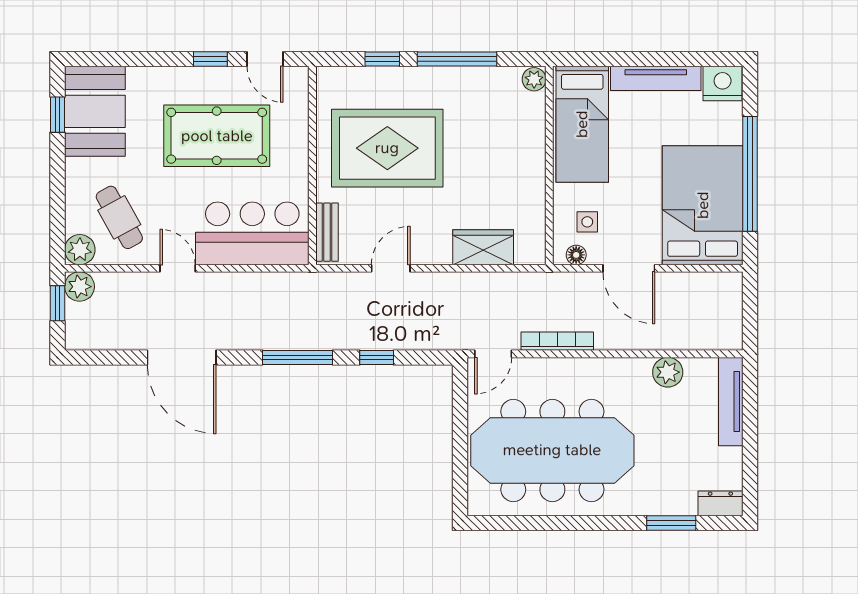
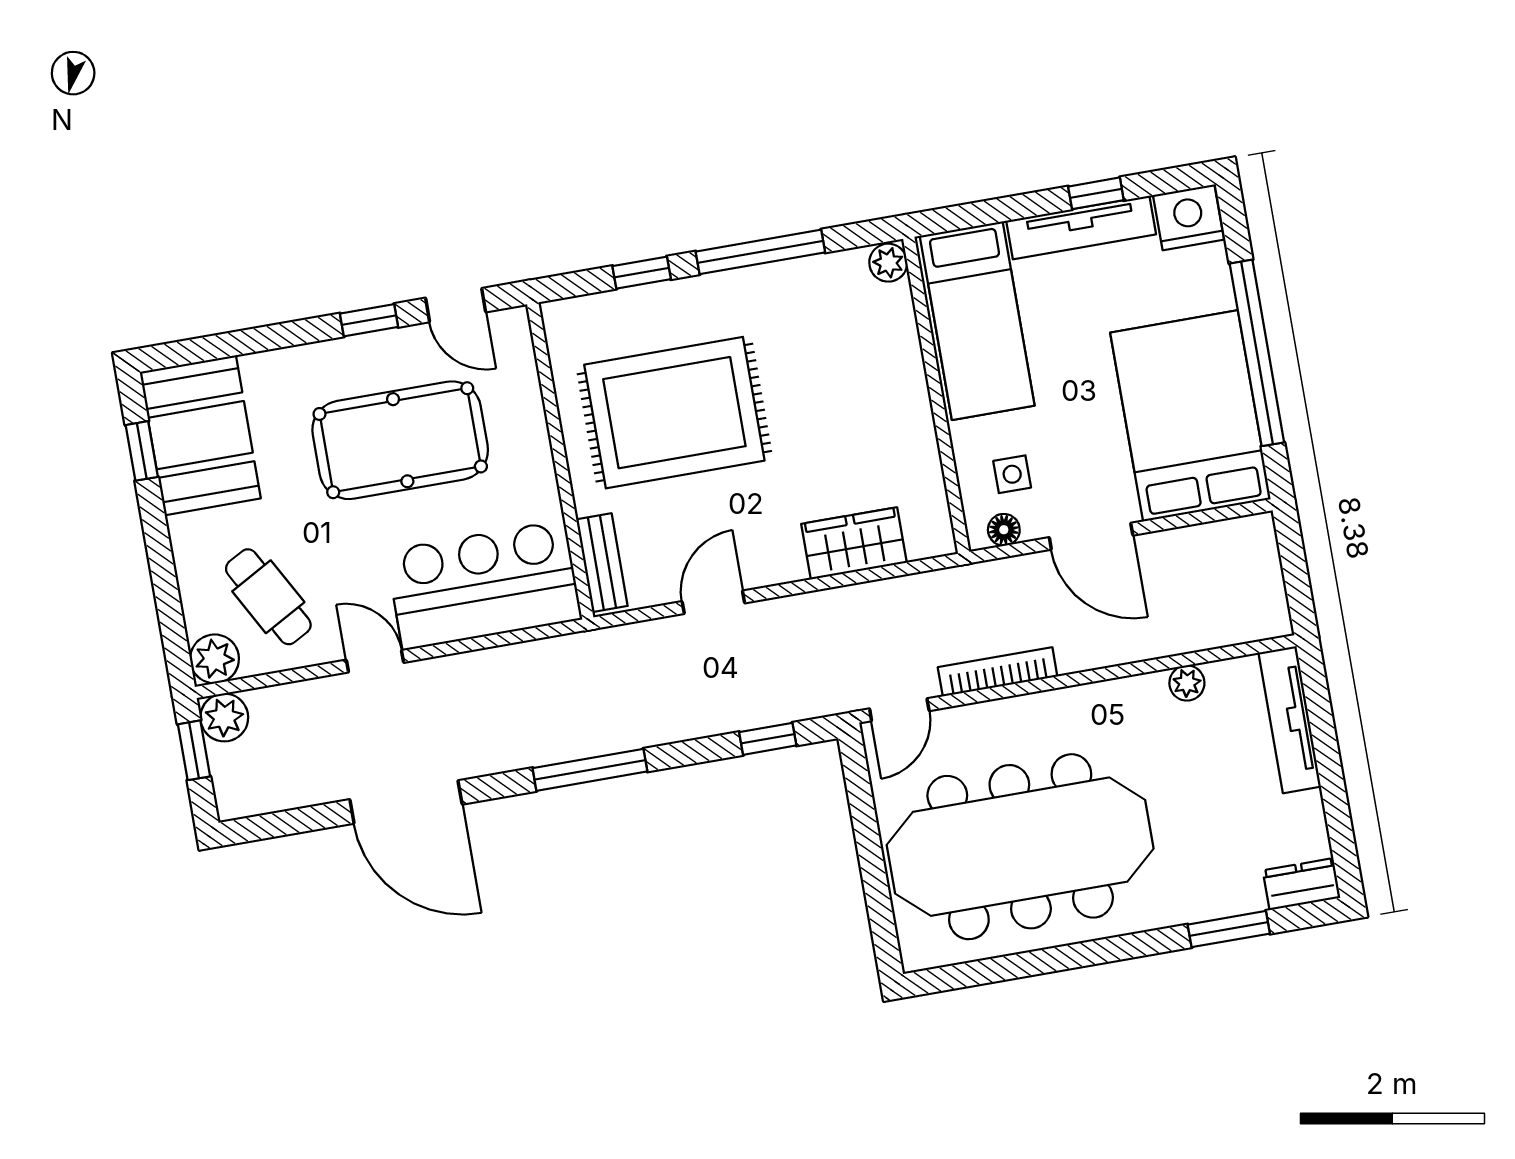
window: (668, 59) -> (1096, 193), added
window: (377, 358) -> (768, 739), moved
plant: (668, 372) -> (1187, 683), width x0.73, depth x0.73

